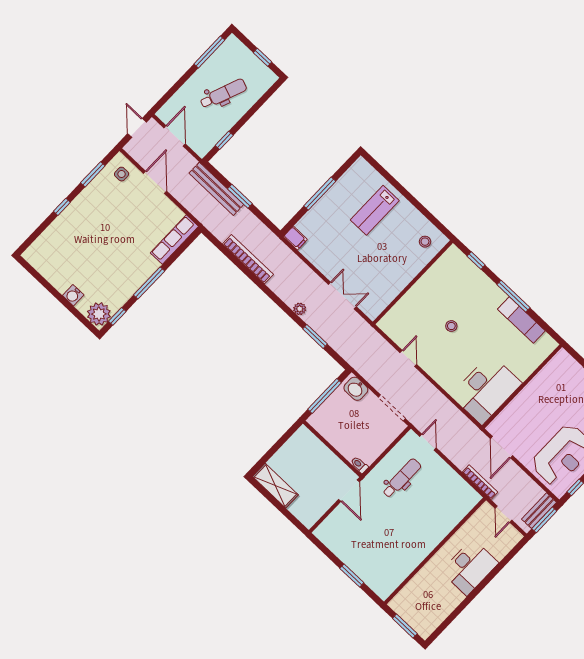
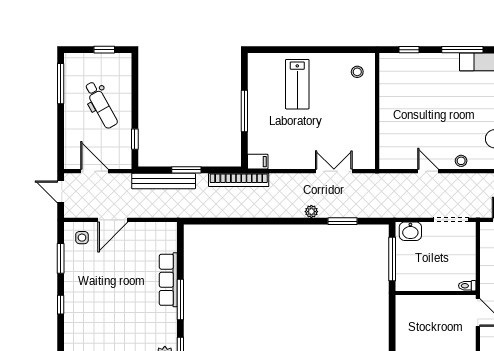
dental chair: (223, 94) -> (101, 105), turned 130
door: (155, 182) -> (113, 220), swing flipped
row of seats: (174, 240) -> (168, 280), moved
bookcase: (248, 259) -> (239, 180), moved, turned 180
stool: (451, 326) -> (461, 161), moved

